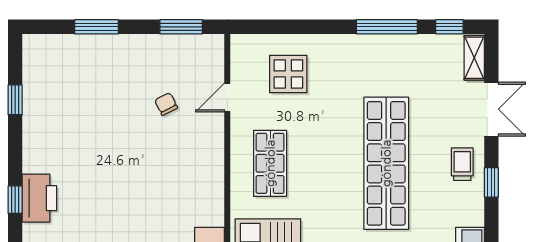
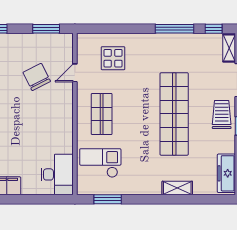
chair: (166, 104) -> (37, 77), width x1.87, depth x1.87
trolley: (462, 164) -> (222, 114), width x1.36, depth x1.39

